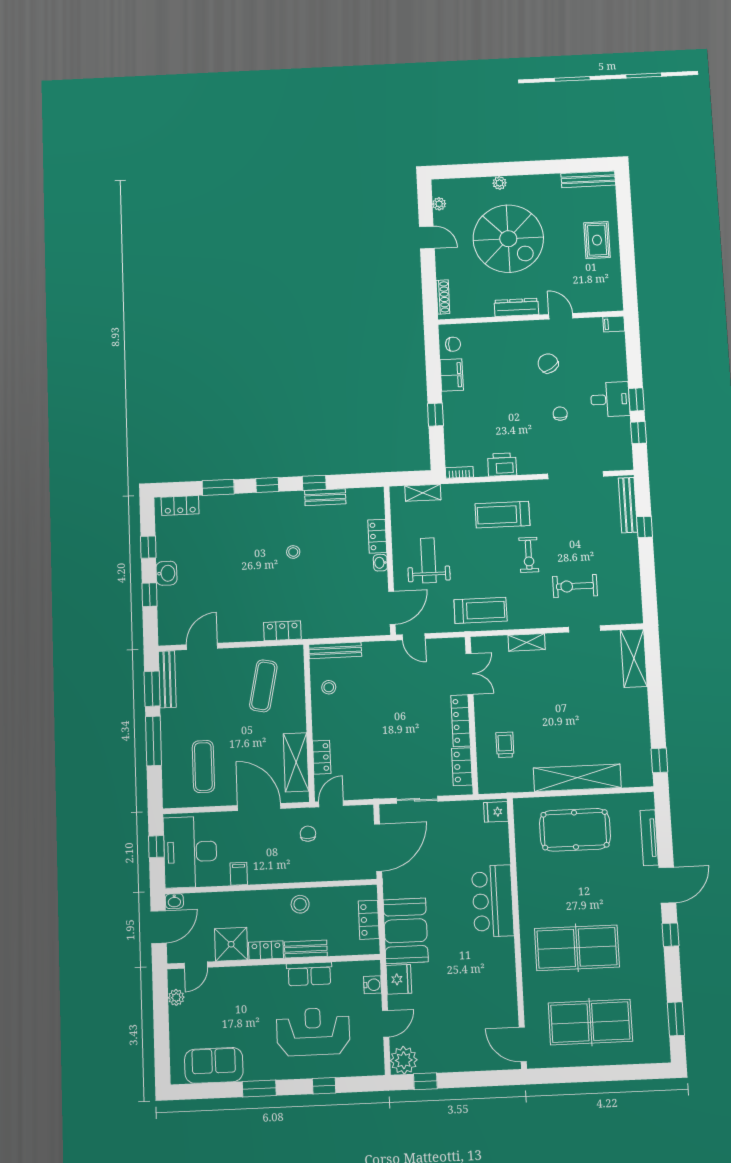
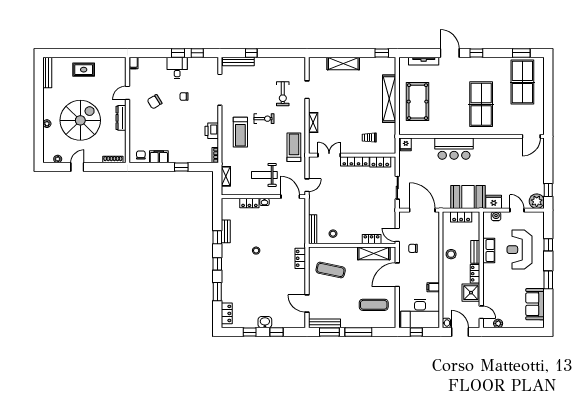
shelving: (634, 658) -> (343, 63), moved
table tennis table: (590, 1022) -> (522, 82), moved

